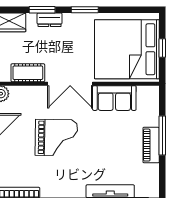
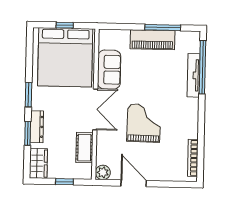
dresser: (50, 20) -> (37, 127), width x1.44
window: (162, 136) -> (163, 27), moved
piano: (151, 145) -> (152, 40), width x1.37, depth x1.33

